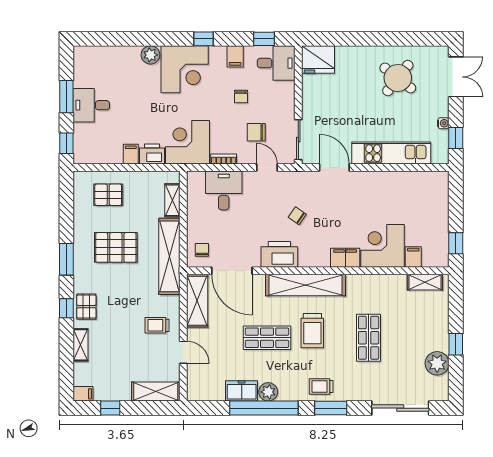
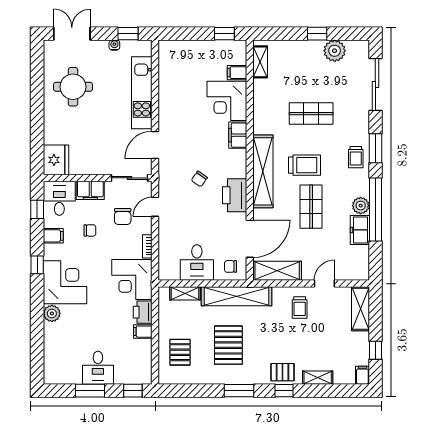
round table: (398, 78) -> (73, 87), turned -38
filing cabinet: (285, 97) -> (90, 190), added
desk: (224, 190) -> (197, 263), moved, turned -90

